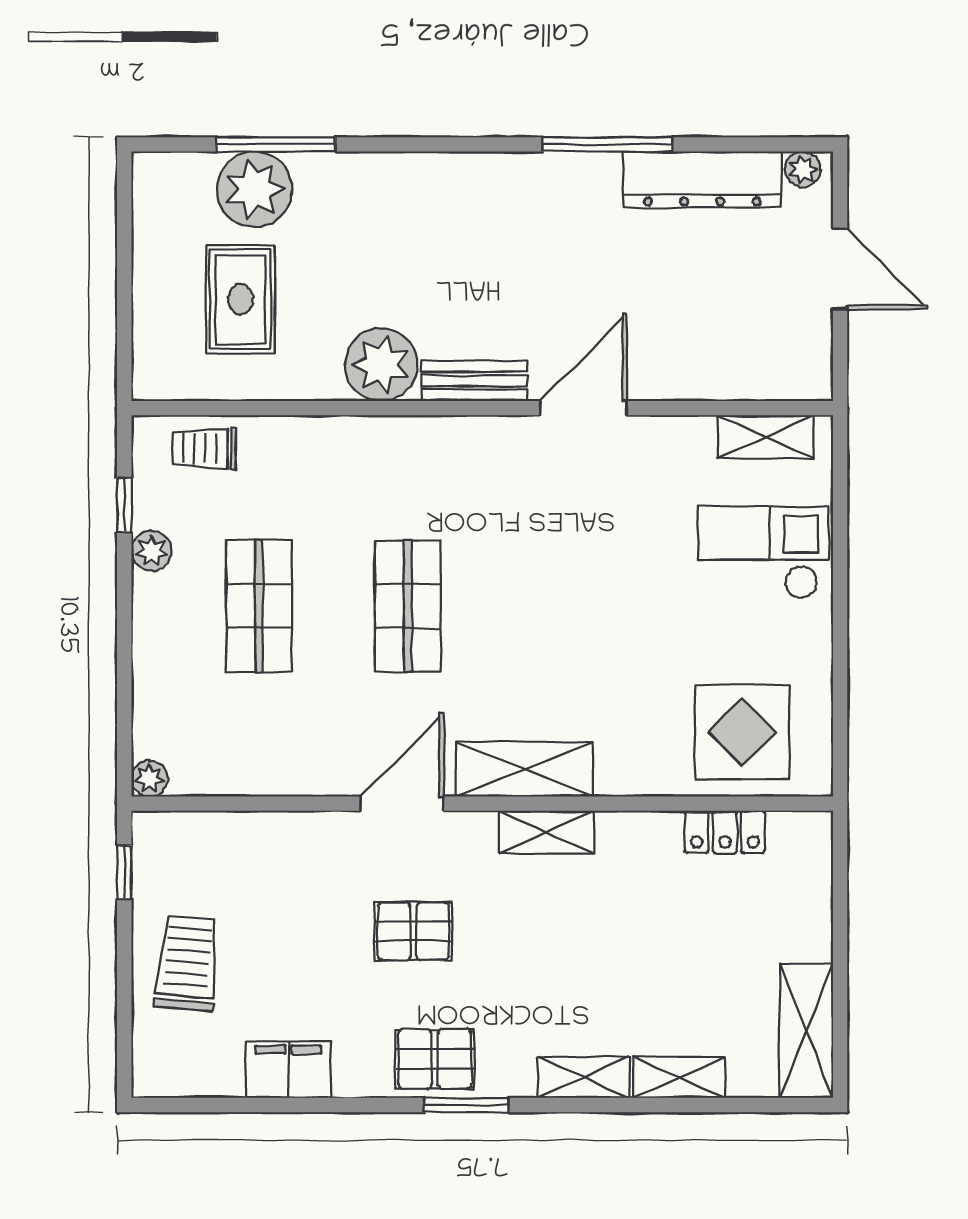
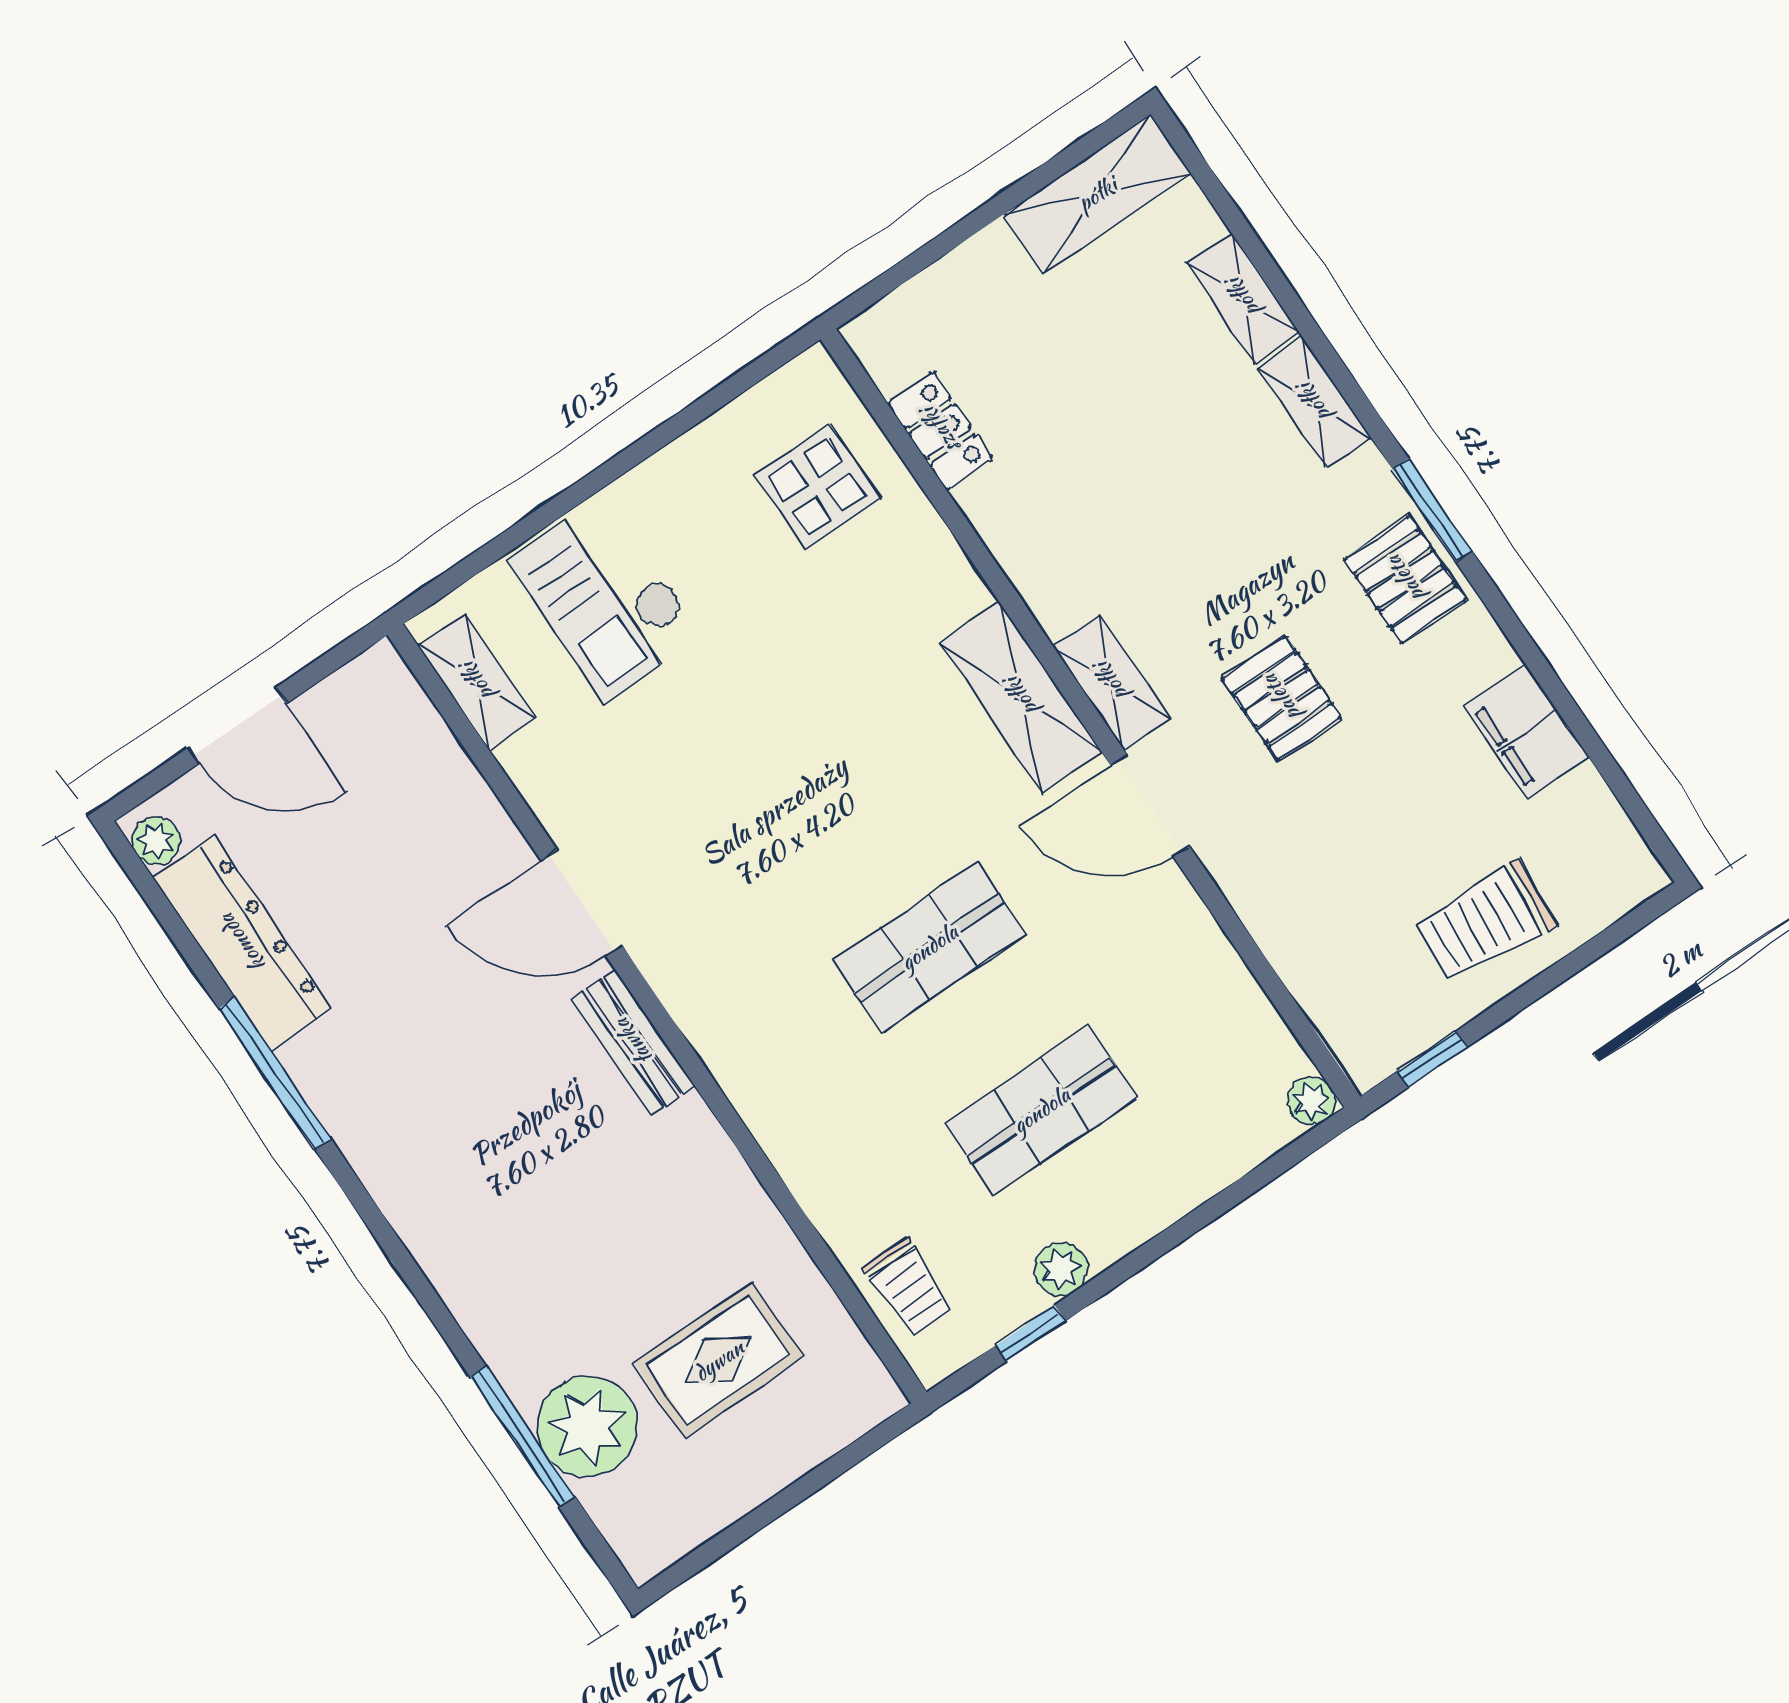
door: (840, 269) -> (237, 726), swing flipped
plant: (381, 365) -> (685, 1157), removed
display table: (742, 732) -> (818, 487), width x0.73, depth x0.73
shelving: (546, 832) -> (1111, 682), moved

